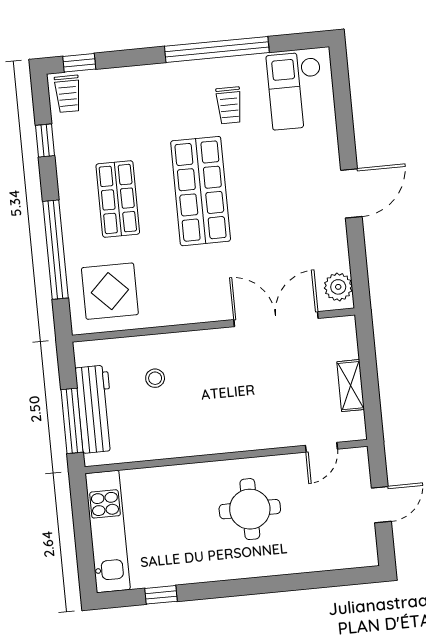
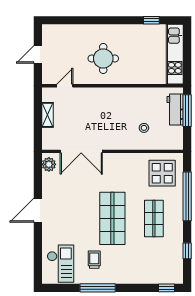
window: (217, 49) -> (98, 288), width x0.68
trolley: (68, 94) -> (174, 273), removed
workbench: (95, 409) -> (175, 110), width x0.73

